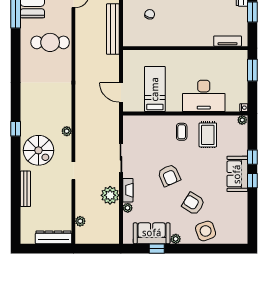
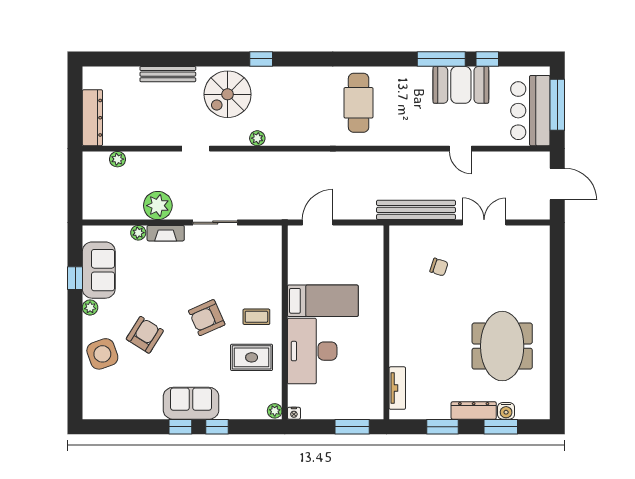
cafe table: (50, 42) -> (359, 103), moved
bed: (155, 89) -> (323, 301), moved
armchair: (169, 175) -> (207, 318), moved

